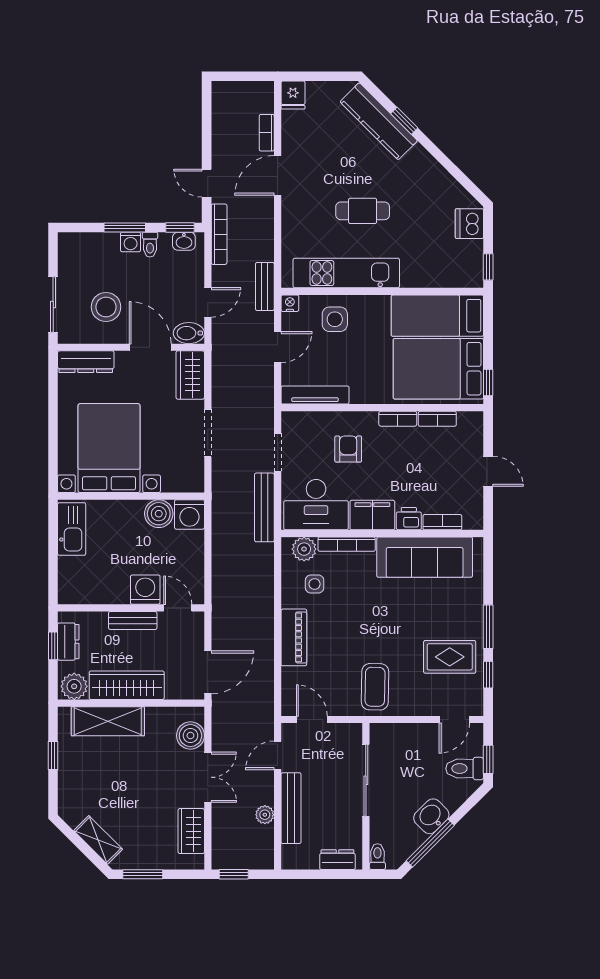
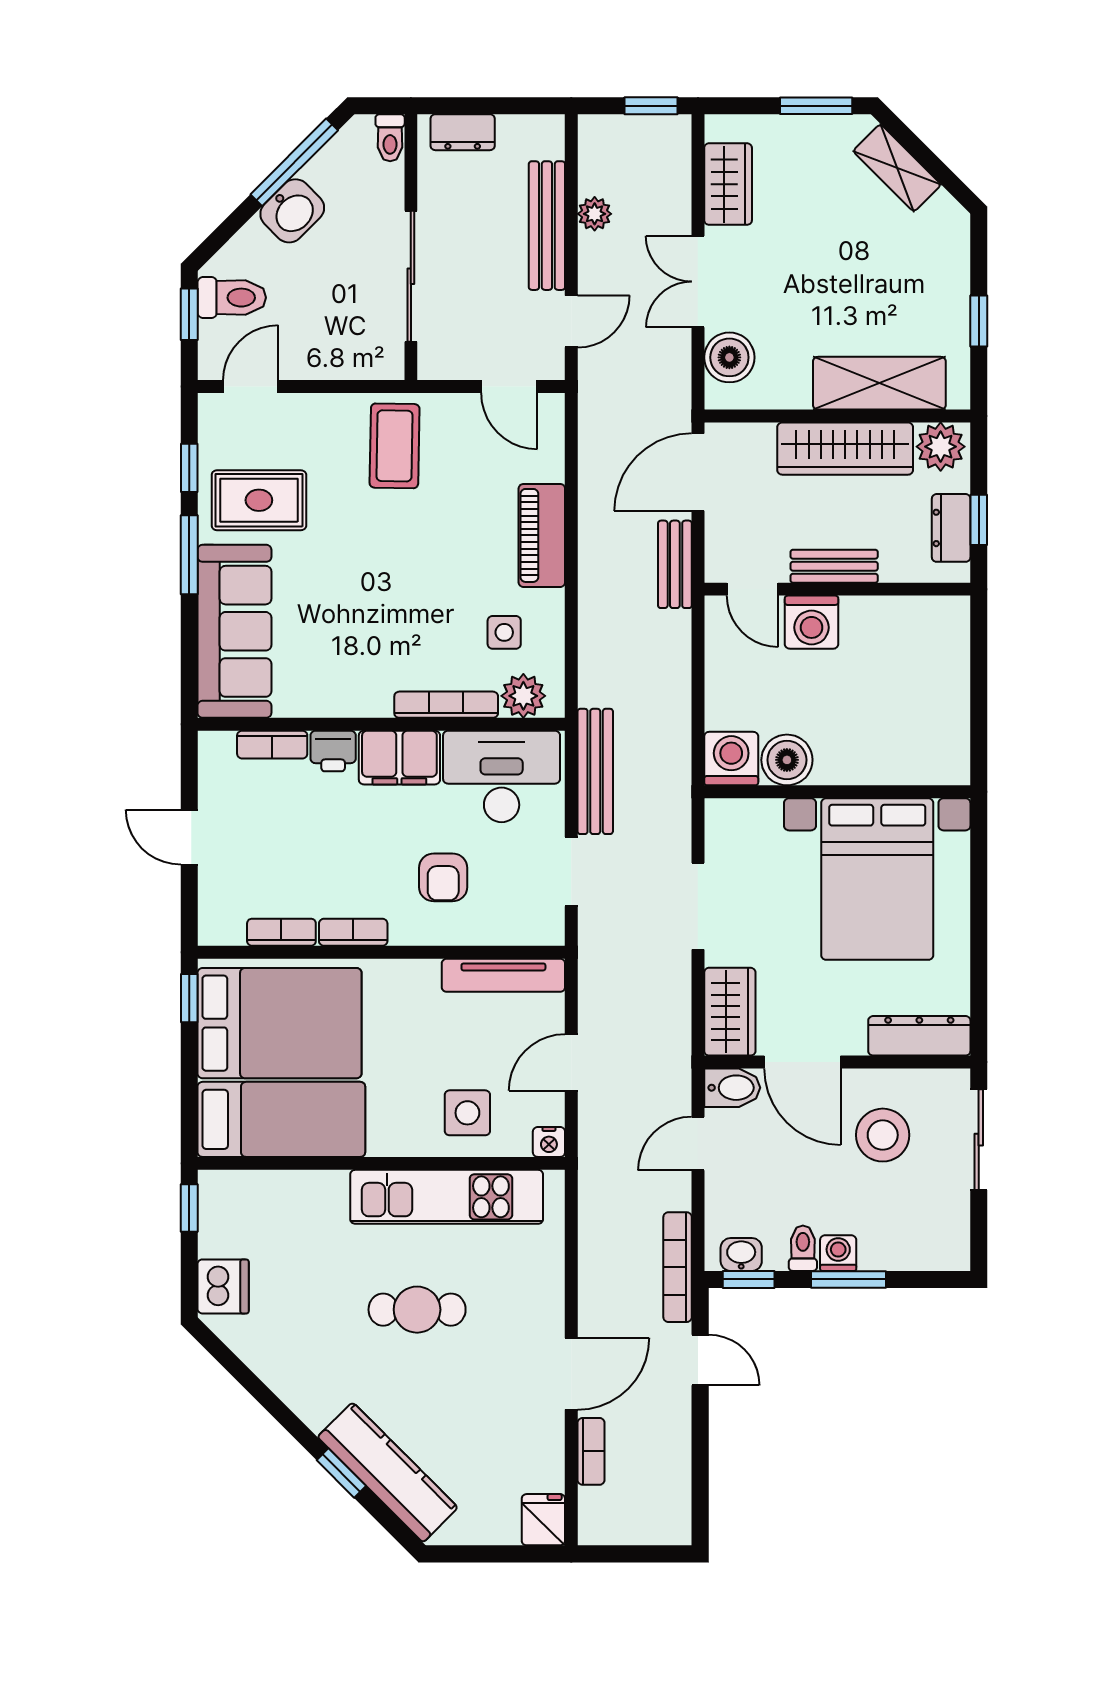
bench: (265, 286) -> (675, 564), moved
kitchen sink: (72, 529) -> (945, 732), removed
sofa: (425, 557) -> (234, 631), moved, turned 90

